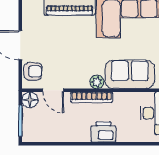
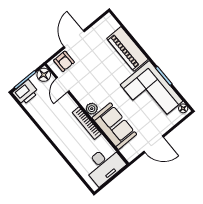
bookcase: (92, 97) -> (87, 123), moved
printer: (103, 132) -> (25, 92), moved, turned 90

